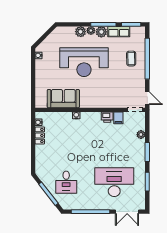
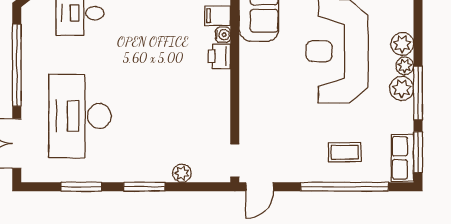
row of seats: (119, 32) -> (402, 158), moved
printer: (107, 117) -> (219, 56), moved
filing cabinet: (118, 118) -> (218, 16), moved
desk: (114, 182) -> (80, 116), turned 180

